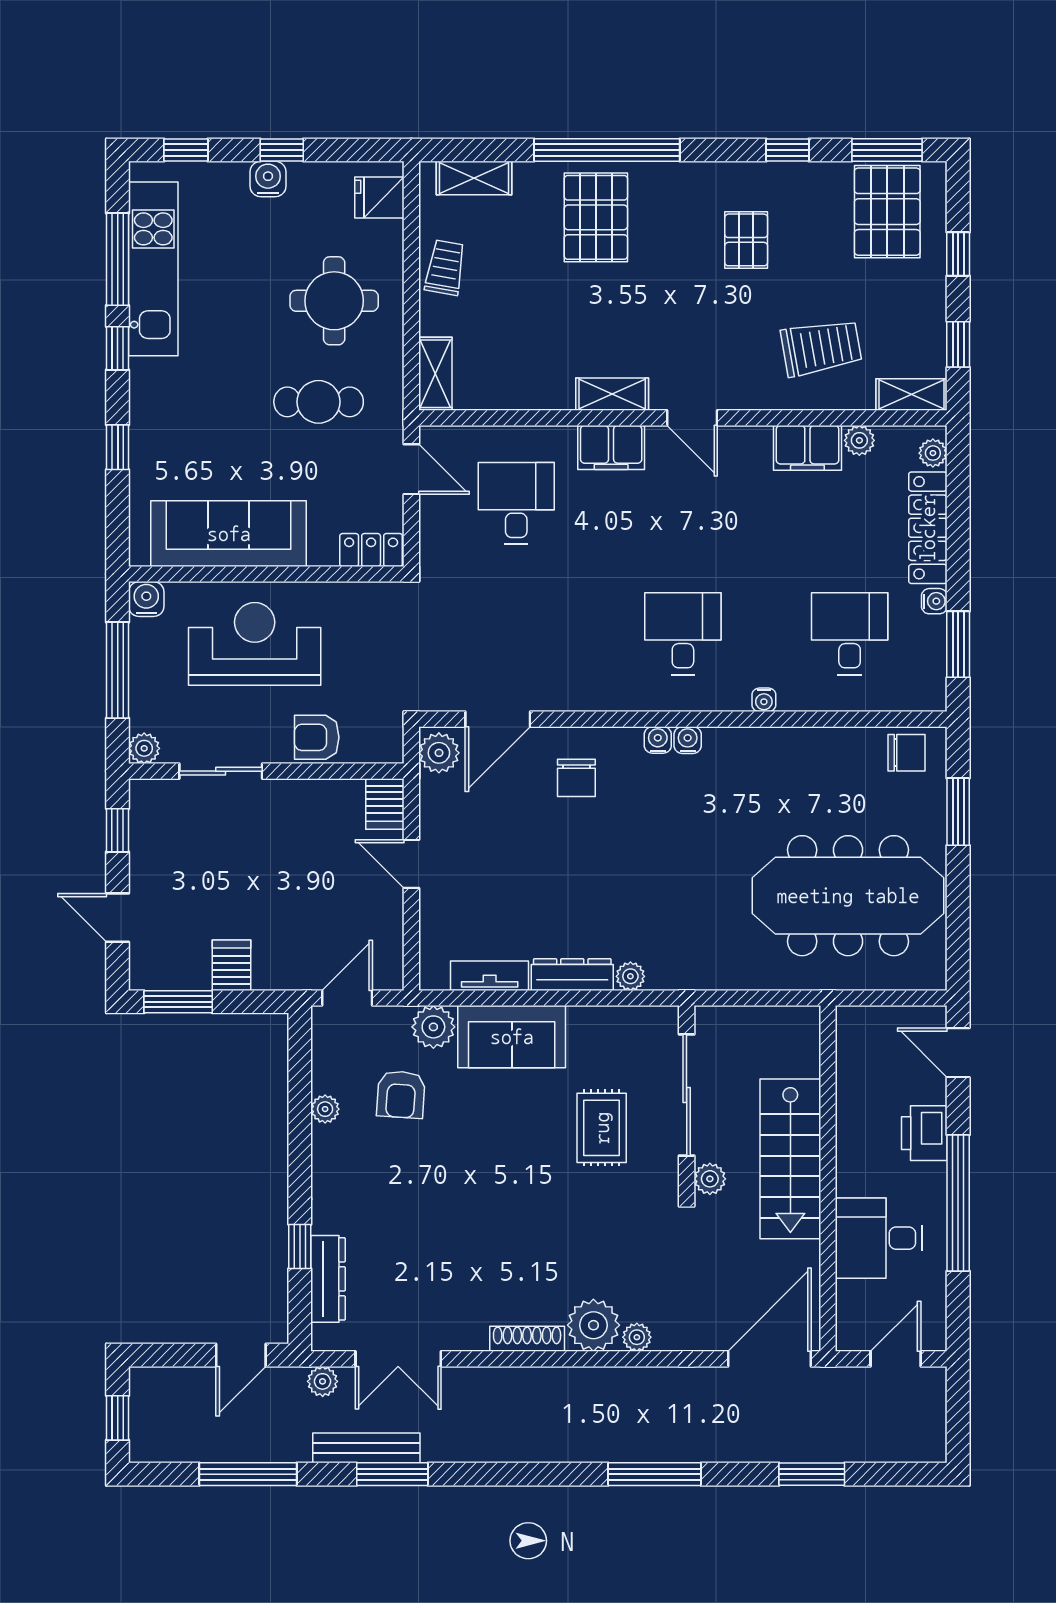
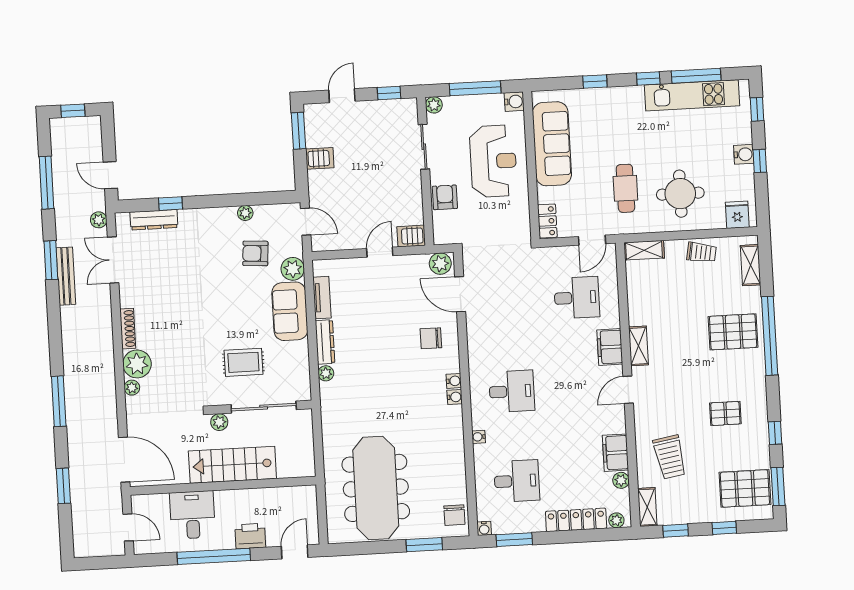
water cooler: (934, 601) -> (484, 528), moved
bench: (366, 1448) -> (66, 276), moved

